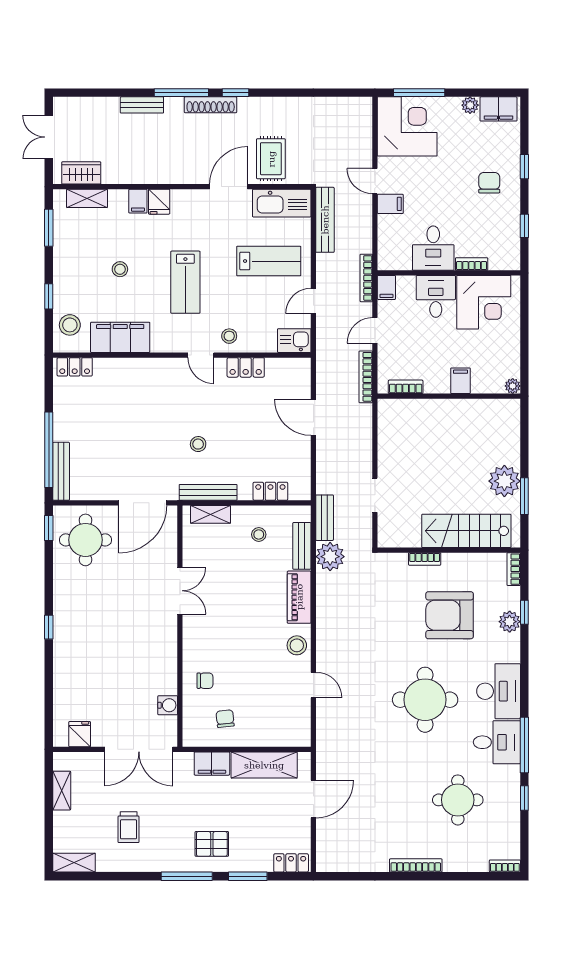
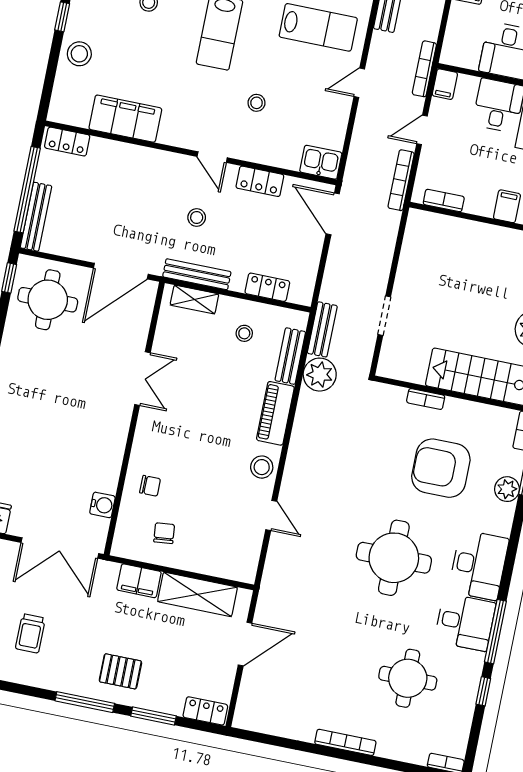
filing cabinet: (120, 337) -> (125, 119), moved
kitchen sink: (294, 341) -> (321, 162), moved
wall: (182, 355) -> (191, 153), moved
door: (201, 355) -> (212, 157), moved
locker: (75, 367) -> (67, 142), moved
locker: (246, 367) -> (260, 181), moved

